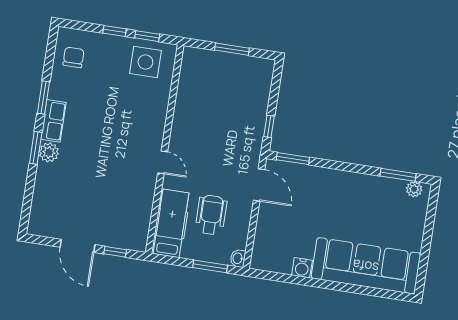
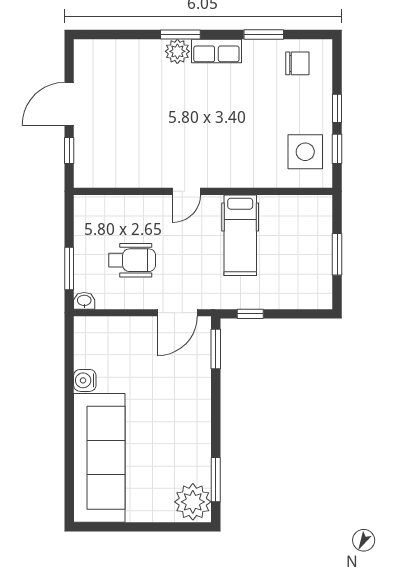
window: (43, 98) -> (264, 35), moved
plant: (414, 189) -> (193, 502), width x1.88, depth x1.88
hospital bed: (171, 223) -> (240, 235), moved, turned 90

